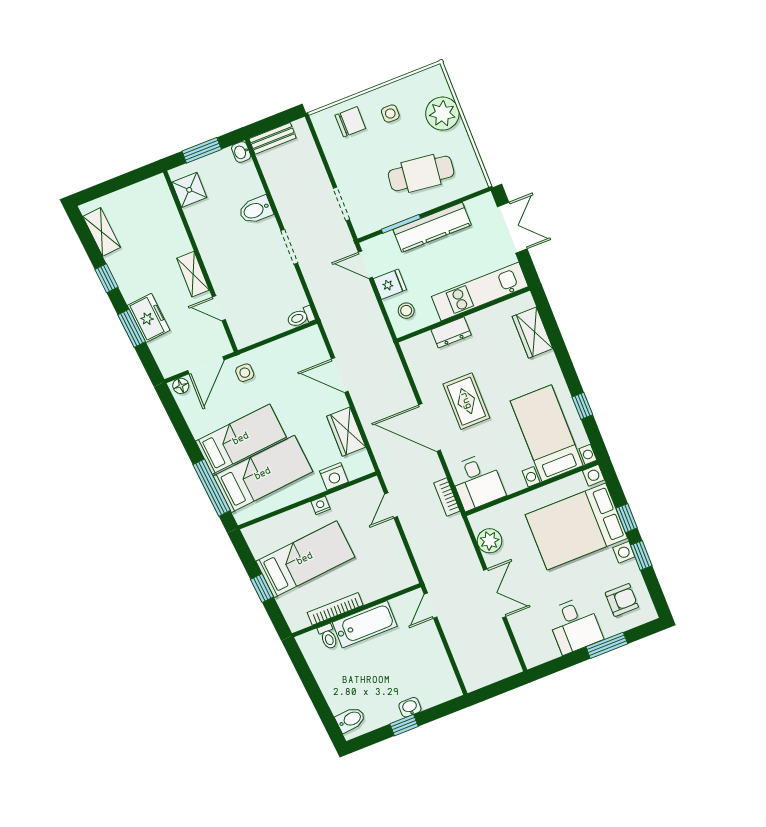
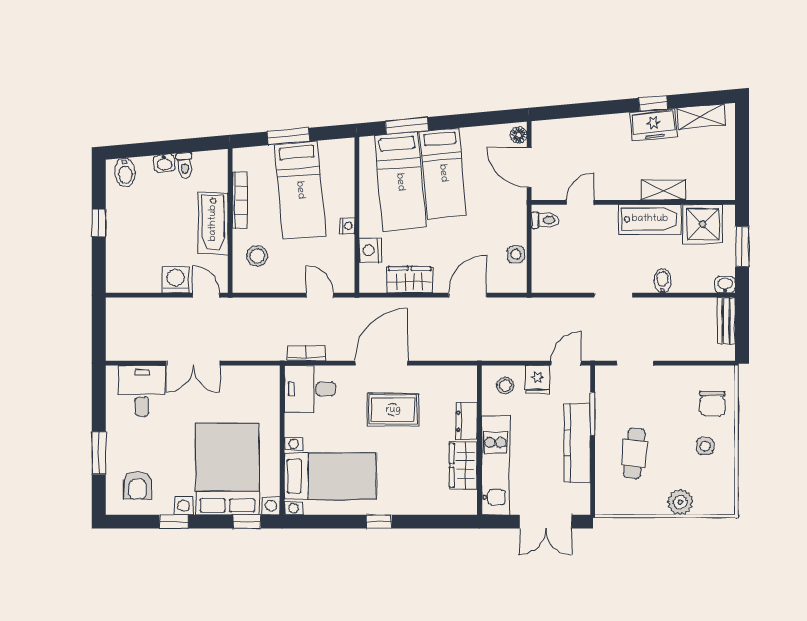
plant: (442, 114) -> (680, 502), width x0.73, depth x0.73
cafe table: (421, 173) -> (634, 453), width x0.73, depth x0.74
shower: (189, 190) -> (703, 224), width x1.36, depth x1.36
bidet: (256, 210) -> (662, 281), width x0.72, depth x0.74
bathtub: (210, 241) -> (650, 219), added
shelving: (193, 274) -> (664, 190), moved
toilet: (301, 317) -> (545, 220), moved, turned 90
freezer: (149, 318) -> (654, 125), moved
window: (132, 328) -> (594, 109), removed
wardrobe: (533, 333) -> (463, 465), moved, turned -90
side table: (245, 373) -> (516, 254), moved
window: (582, 406) -> (379, 522), moved
window: (212, 488) -> (407, 126), width x0.69
window: (627, 518) -> (247, 522), moved
plant: (490, 541) -> (247, 378), removed
stool: (378, 574) -> (257, 256), added
window: (262, 588) -> (288, 136), width x1.50
desk: (575, 625) -> (142, 391), moved, turned 90
toilet: (328, 637) -> (185, 165), moved, turned -95
washing machine: (427, 638) -> (176, 280), added
washbasin: (410, 707) -> (164, 163), moved, turned 85

